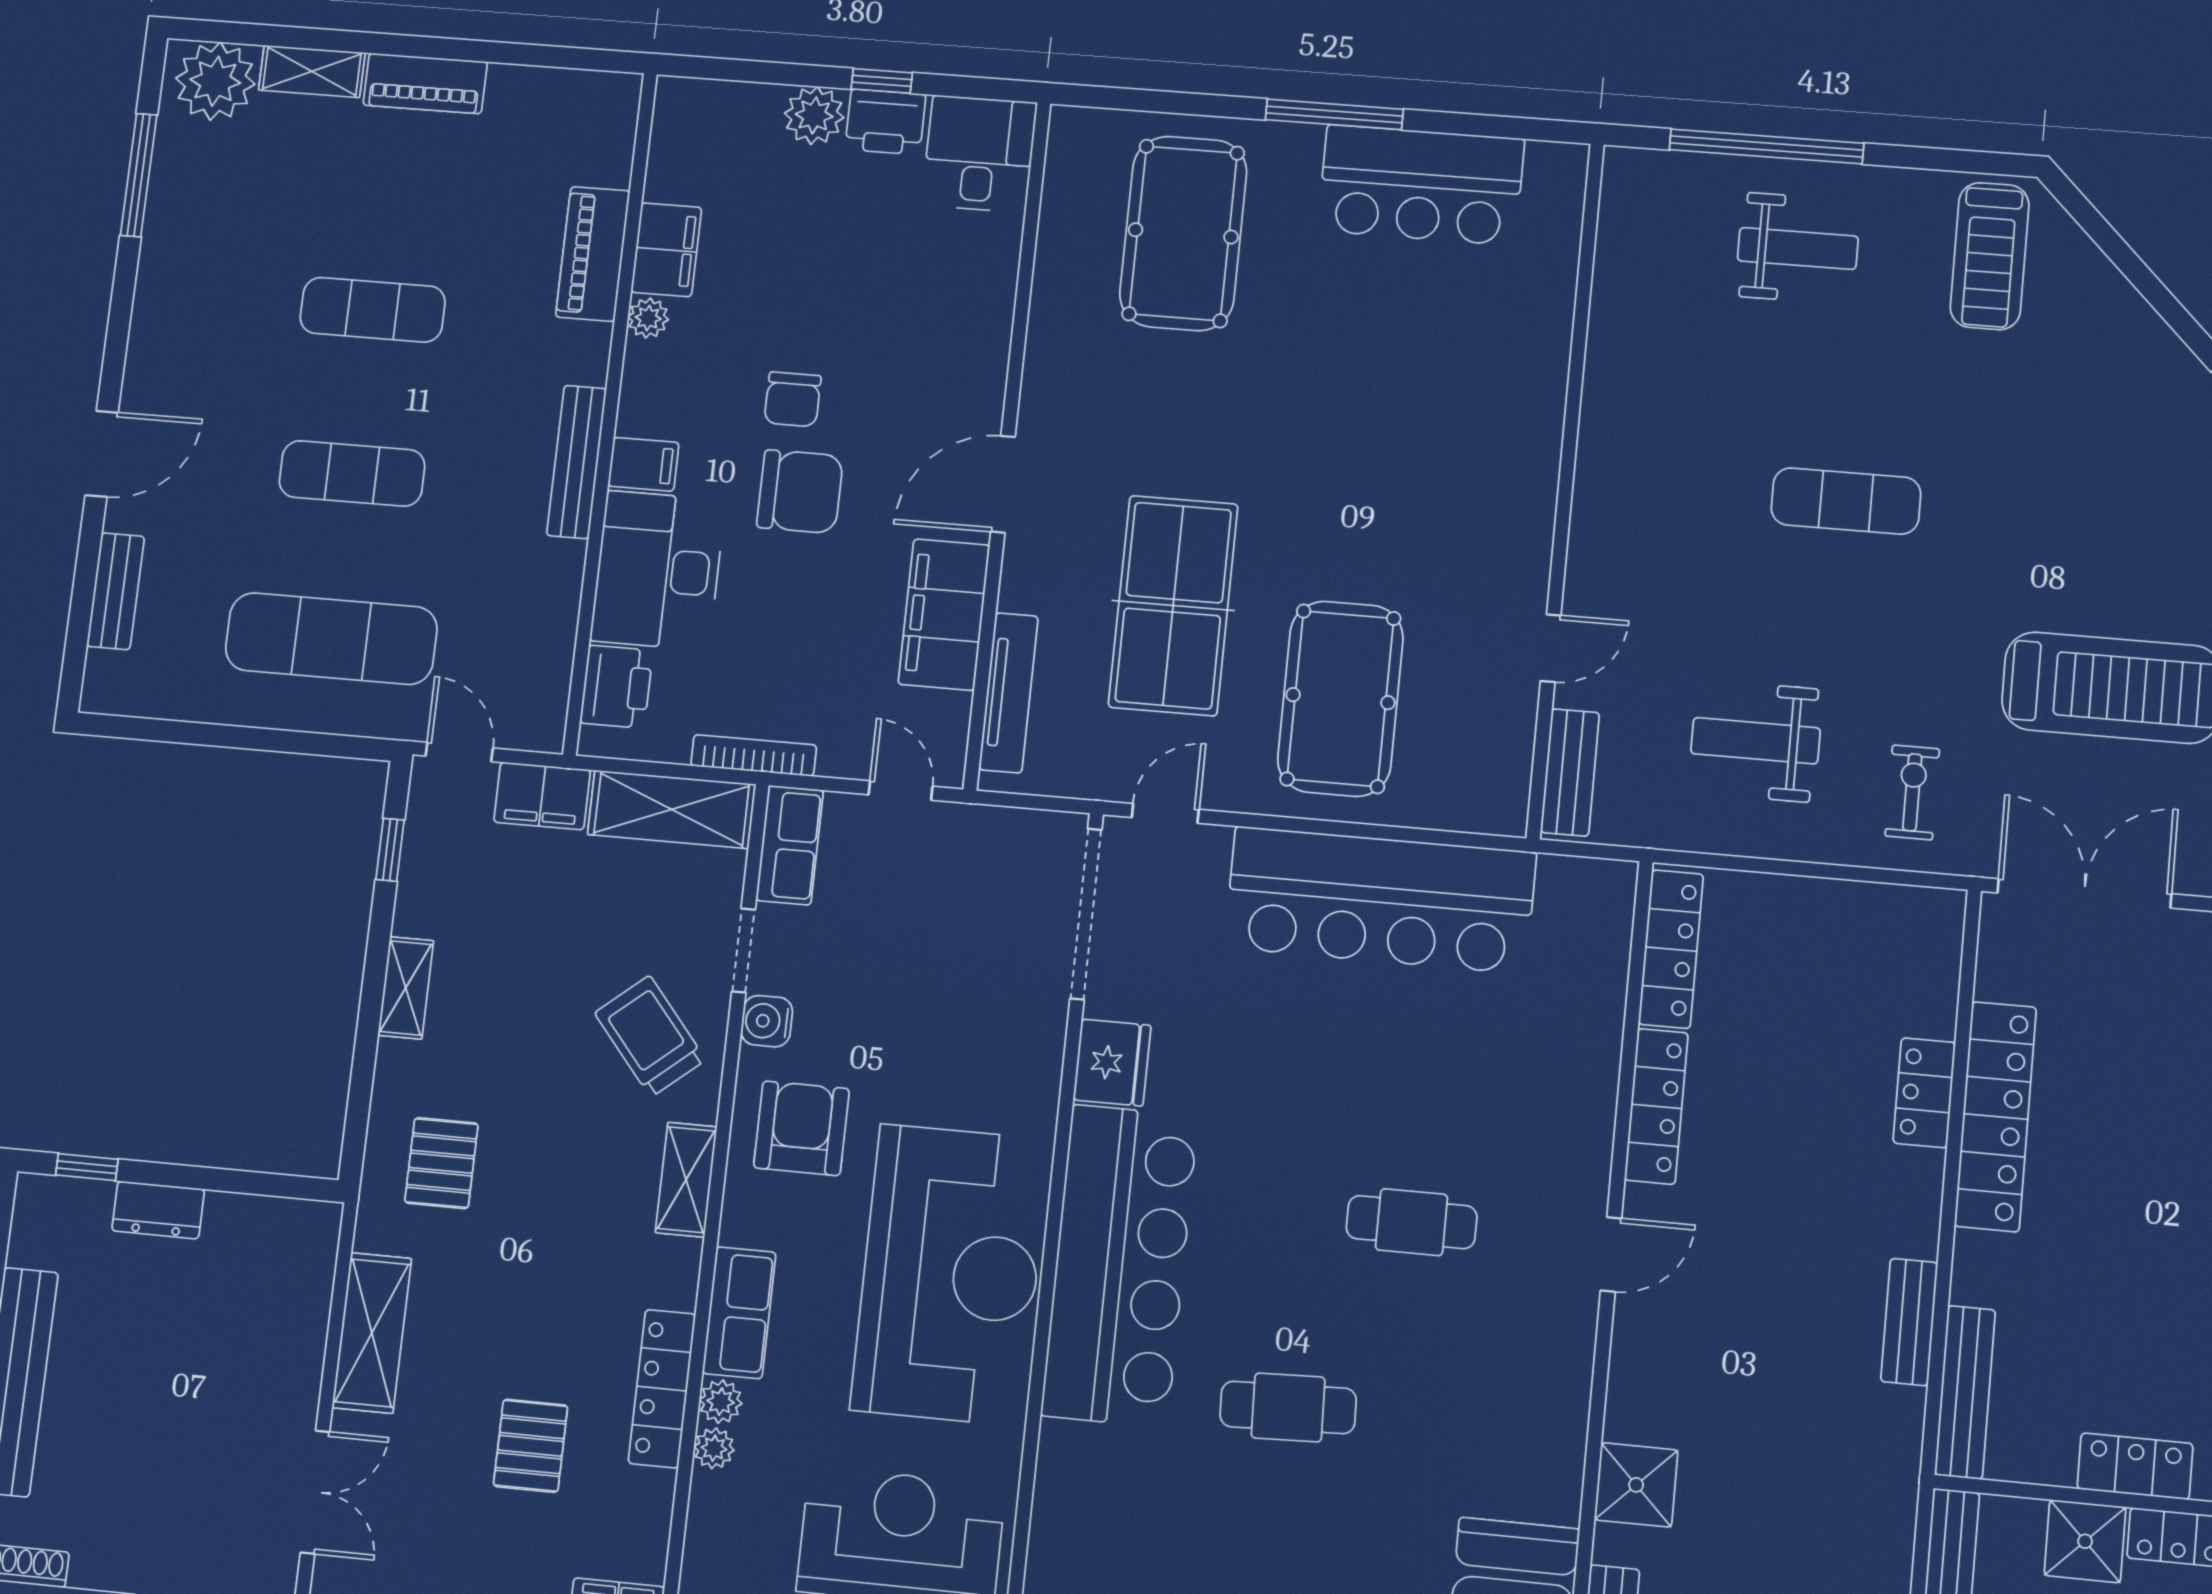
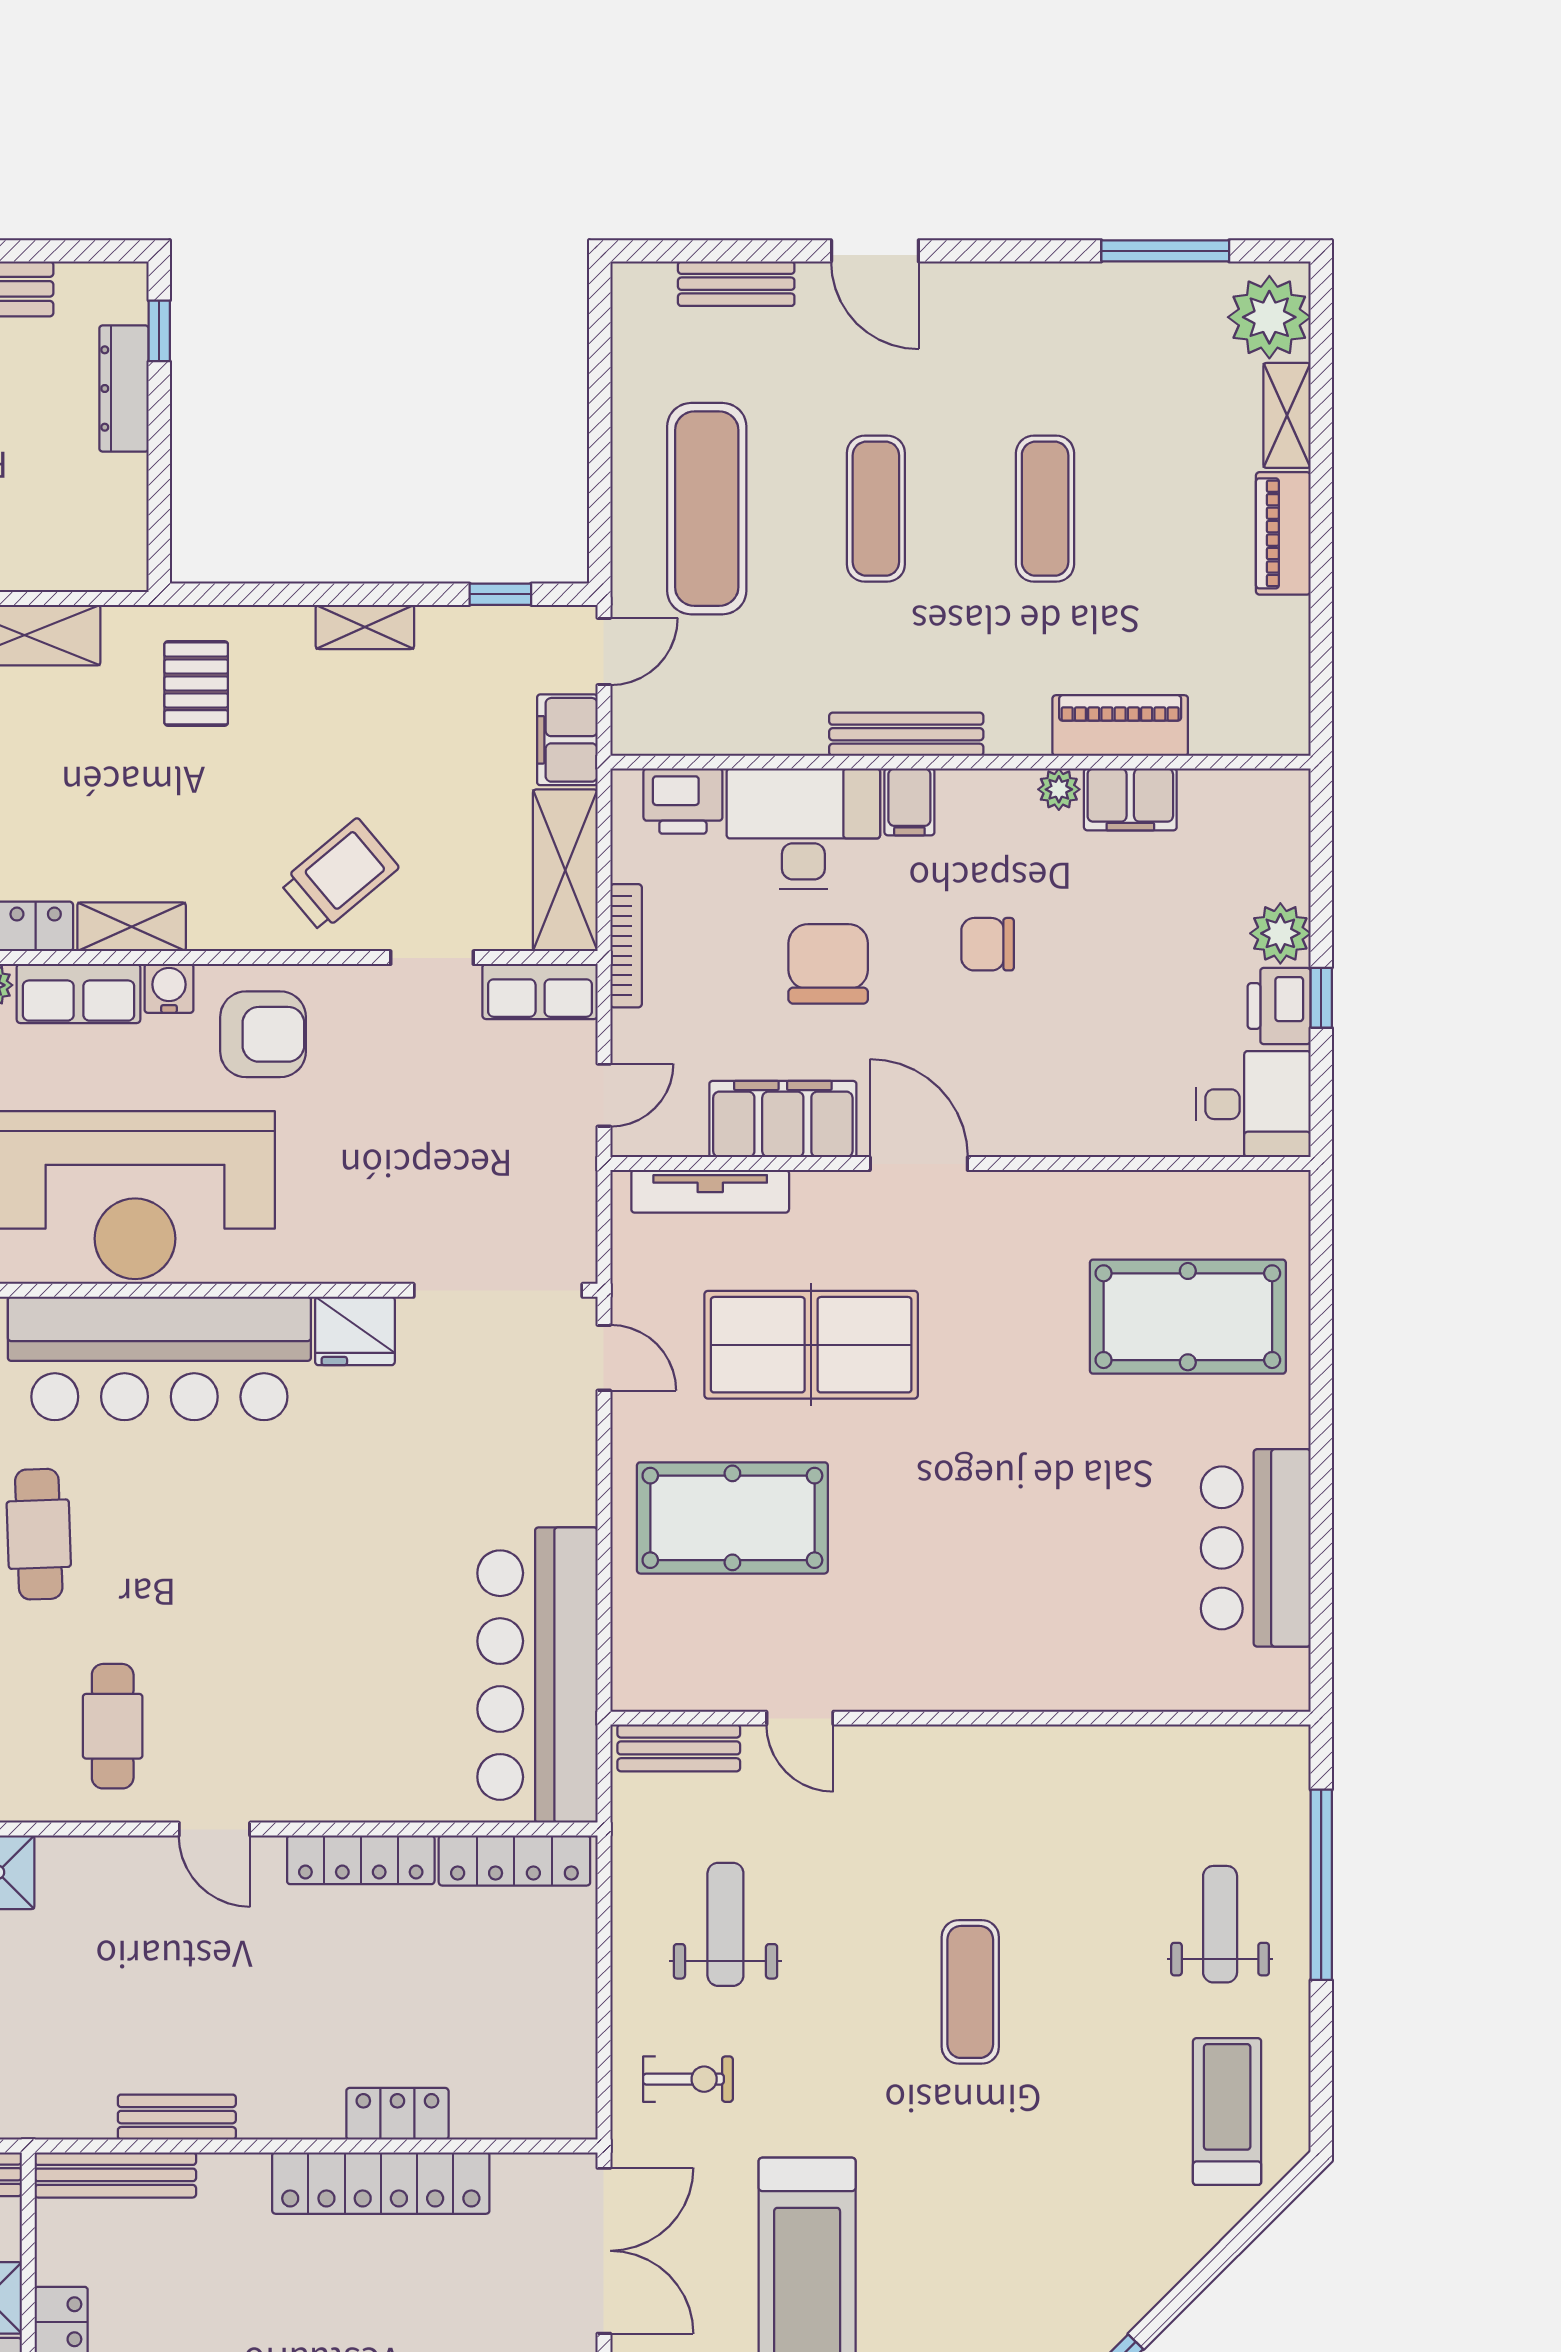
window: (1334, 114) -> (1321, 1455), removed
weight bench: (1798, 248) -> (1220, 1924), turned 180
treadmill: (1990, 256) -> (1227, 2112), turned 90
chair: (800, 492) -> (828, 964), moved, turned 180
bar counter: (1380, 900) -> (537, 1675), moved
water cooler: (767, 1021) -> (169, 988), moved
pallet: (441, 1163) -> (196, 683), turned 90
shelving: (686, 1180) -> (132, 927), moved
dresser: (158, 1210) -> (124, 389), width x1.44
cafe table: (1412, 1222) -> (113, 1726), moved

